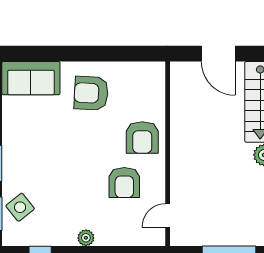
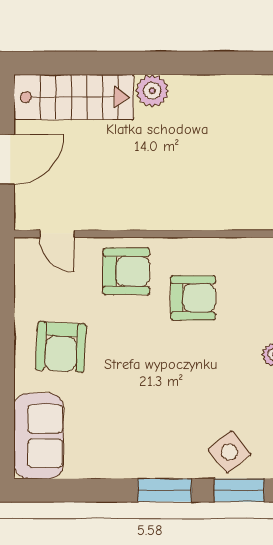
door: (168, 215) -> (57, 234), moved

